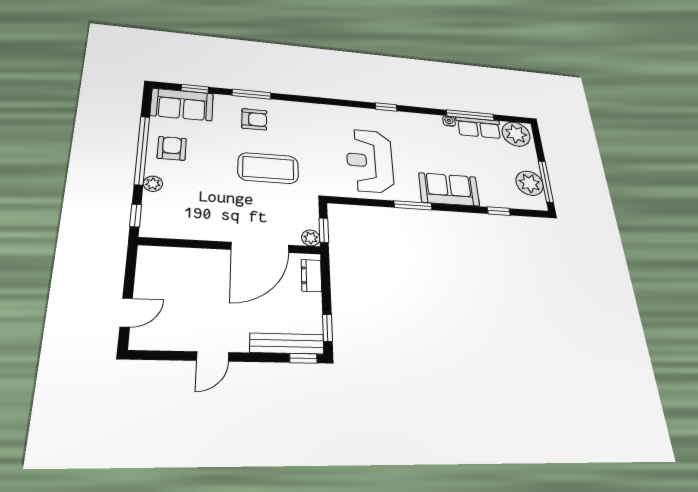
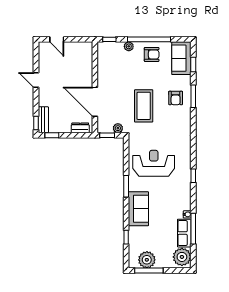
plant: (311, 238) -> (118, 128), moved
bench: (287, 344) -> (43, 120), width x0.73

